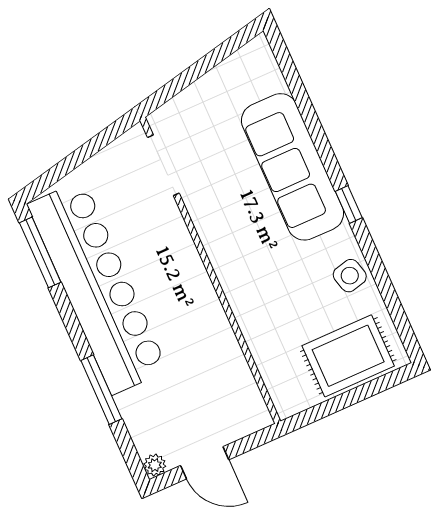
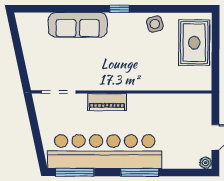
sofa: (292, 167) -> (78, 25), width x0.74, depth x0.79
piano: (182, 254) -> (107, 102), added
window: (101, 390) -> (140, 172), moved

